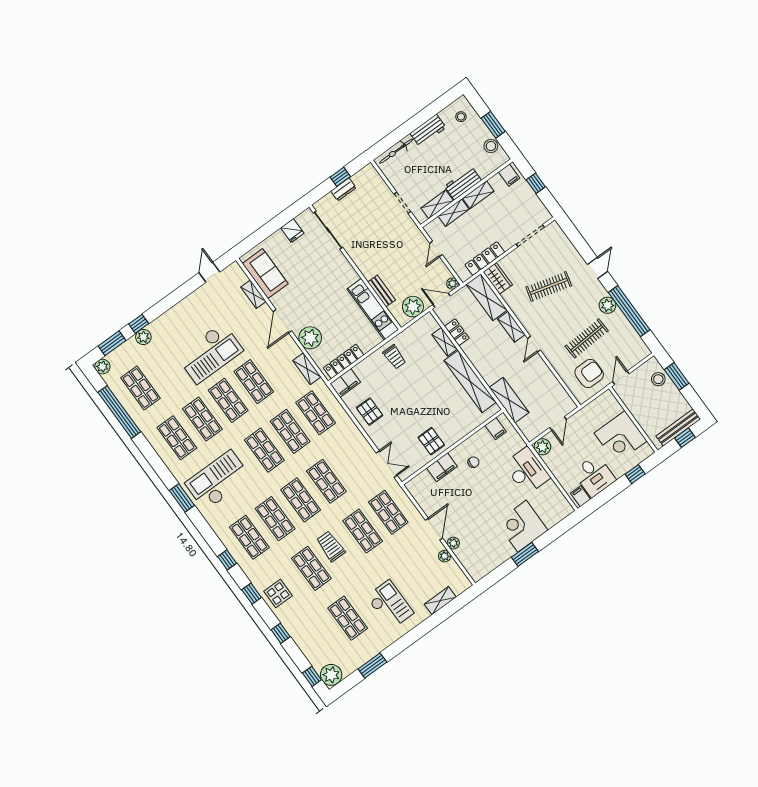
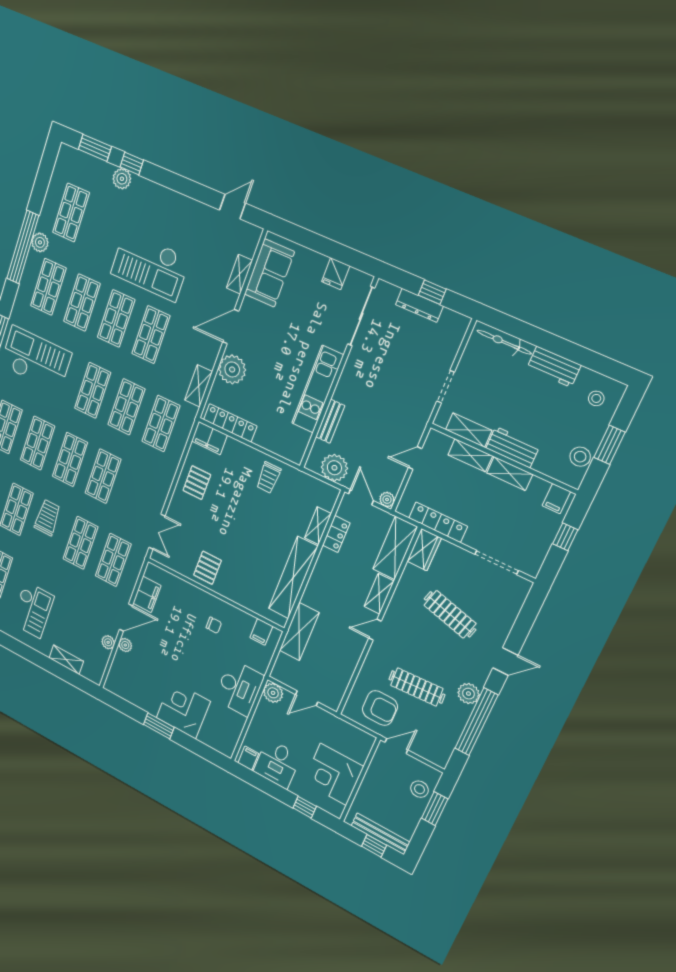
dresser: (343, 189) -> (419, 305), width x1.44
kitchen unit: (373, 309) -> (318, 389), moved
plant: (102, 367) -> (40, 242), moved
window: (119, 412) -> (23, 247), moved
filing cabinet: (442, 467) -> (147, 594), moved, turned -90

